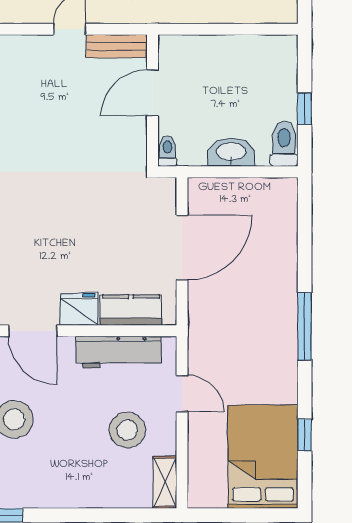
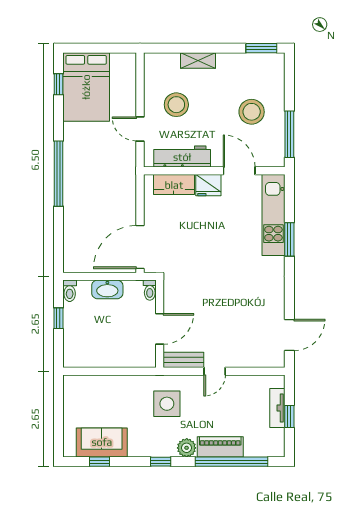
toilet: (284, 144) -> (70, 291), width x0.73, depth x0.72
door: (182, 247) -> (140, 247), moved
window: (305, 326) -> (58, 174), width x1.46
window: (305, 435) -> (58, 84), moved
shelving: (165, 482) -> (198, 60), moved, turned 90

